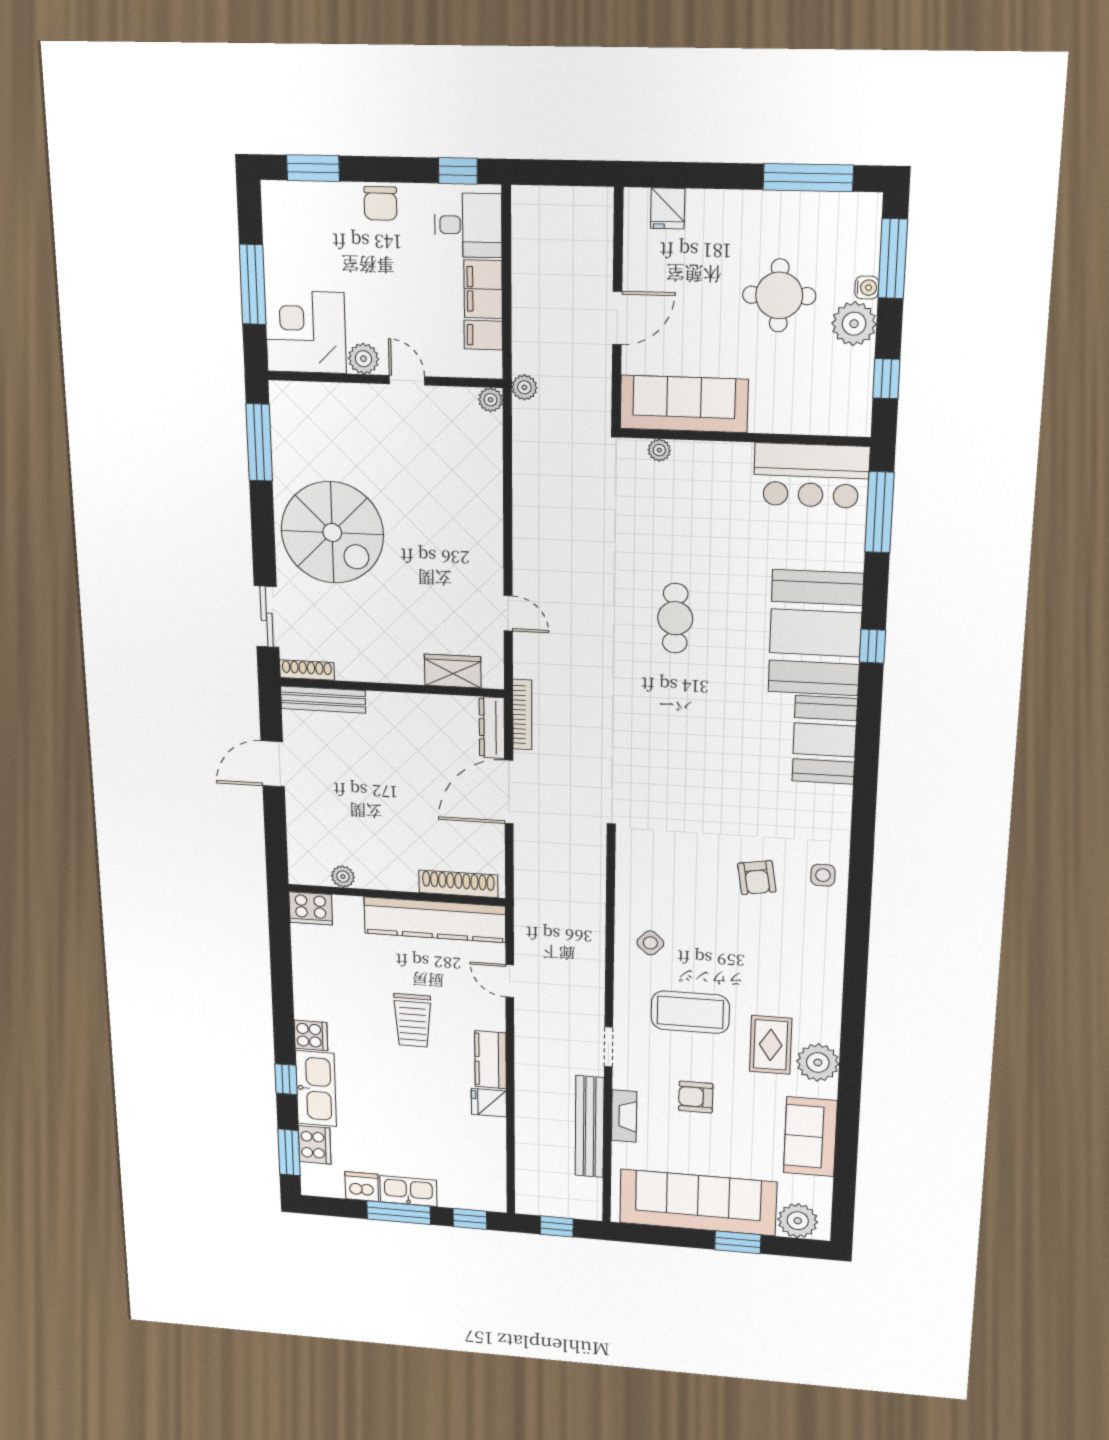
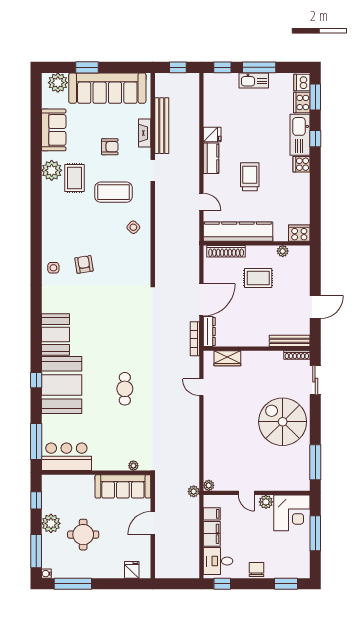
water cooler: (867, 288) -> (46, 574), moved
rug: (391, 828) -> (258, 278), added
dishwasher: (362, 1187) -> (302, 82), moved, turned 90

